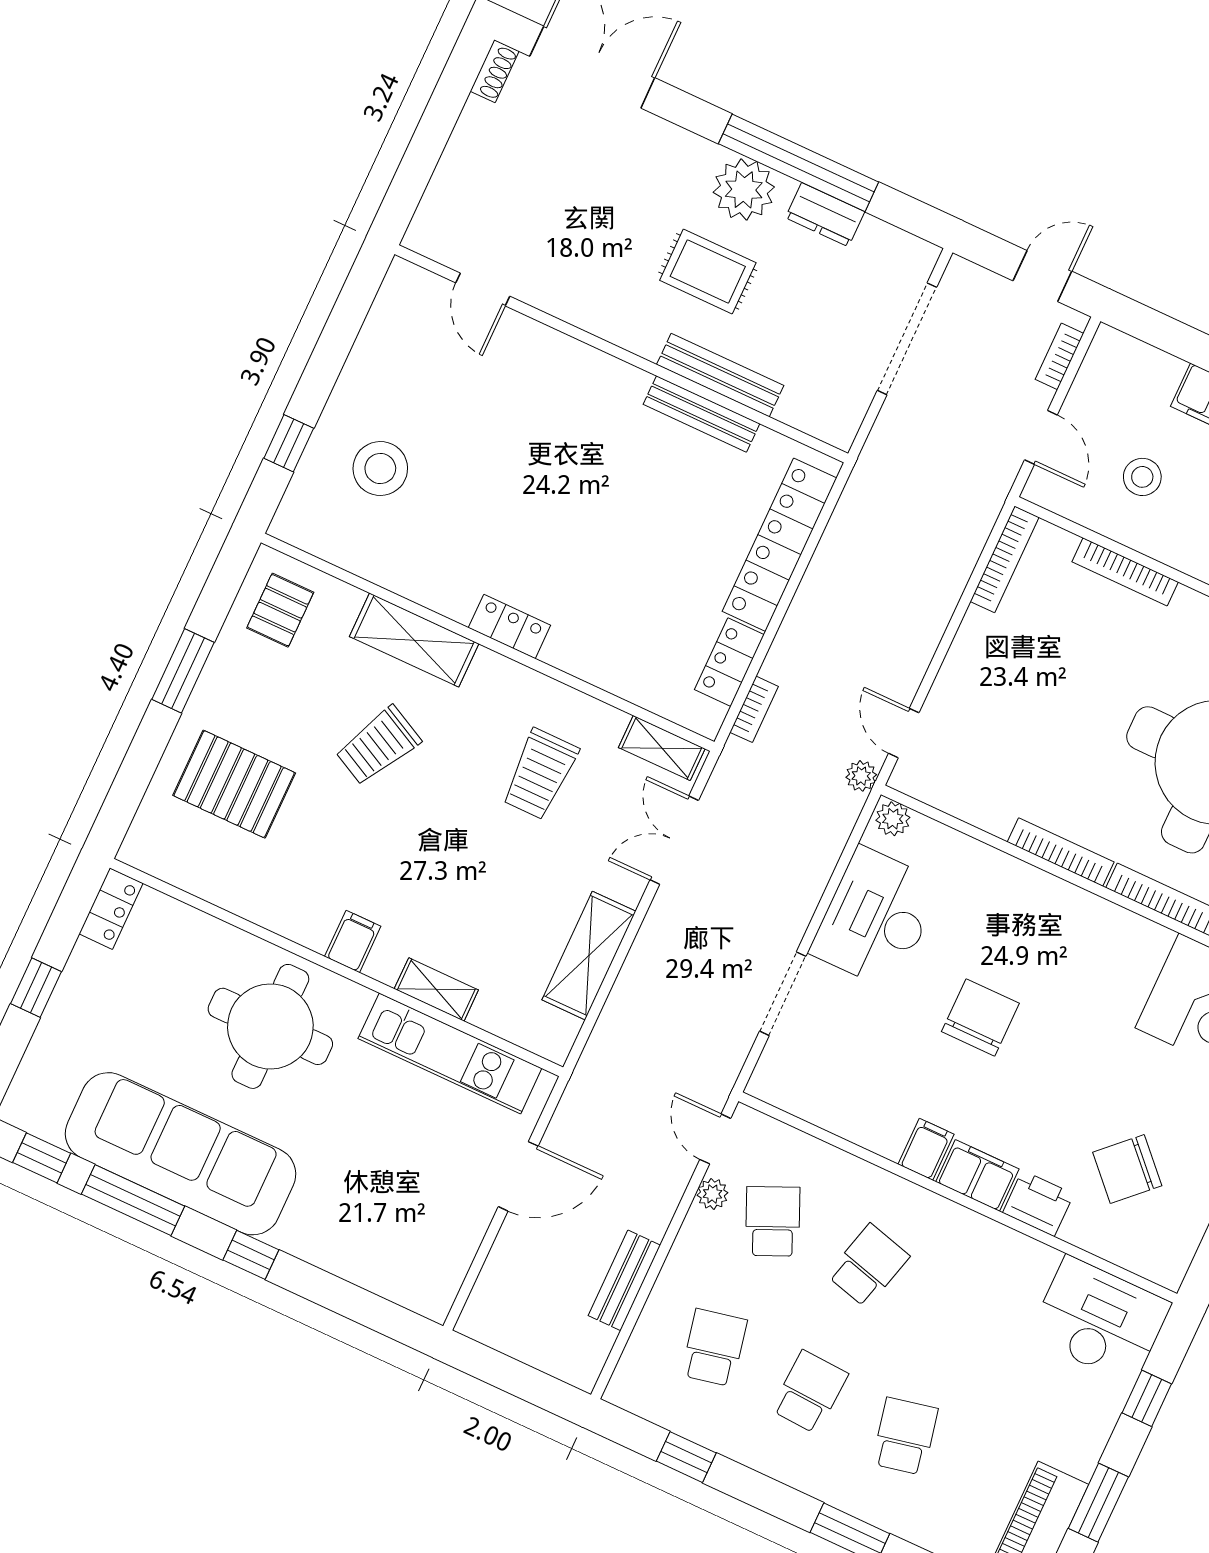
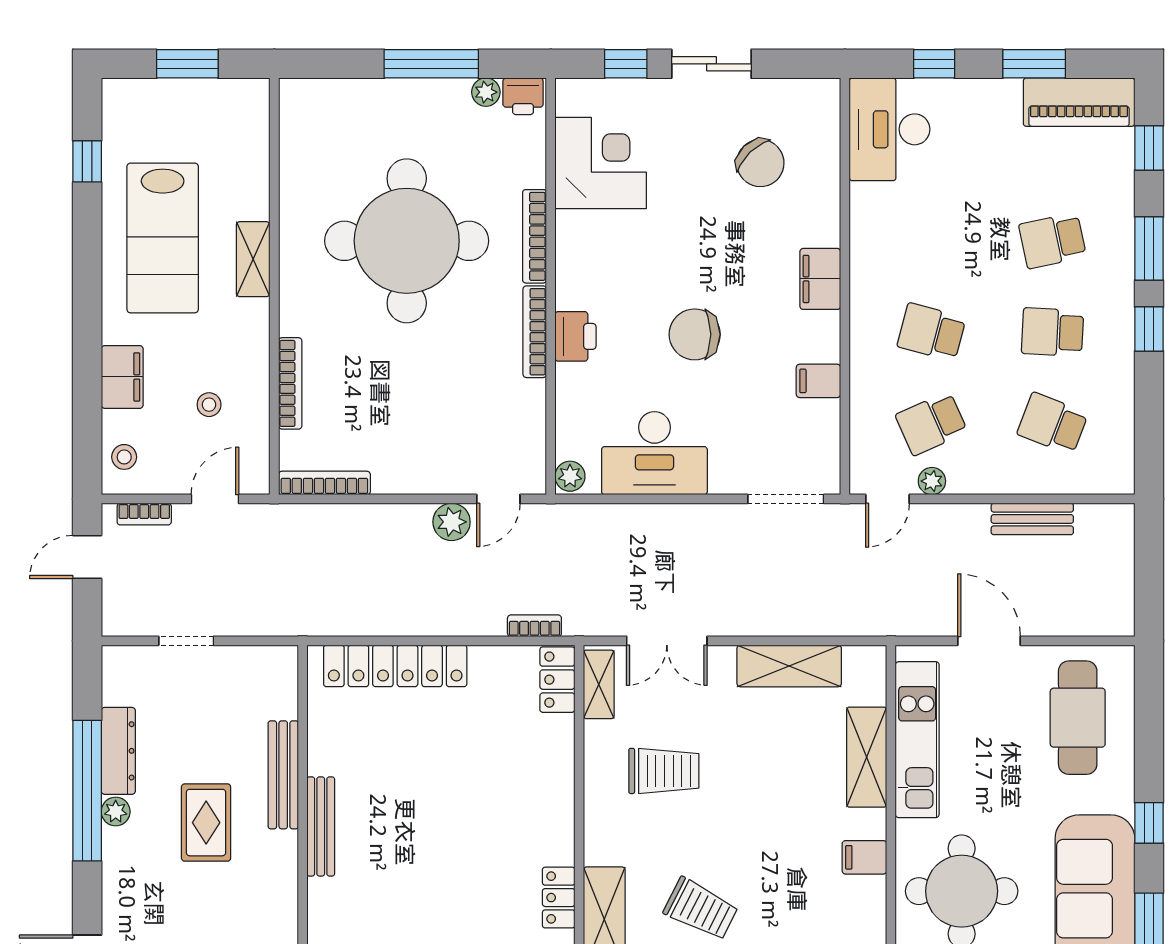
plant: (744, 190) -> (116, 812), width x0.53, depth x0.53
dresser: (825, 215) -> (118, 751), width x1.44
door: (1042, 276) -> (87, 557), hinge flipped
doorway: (907, 339) -> (186, 641), width x0.53
stool: (1129, 363) -> (124, 457), added
bench: (701, 414) -> (321, 826), moved
stool: (1142, 477) -> (209, 405), width x0.73, depth x0.73
locker: (509, 626) -> (559, 898), moved
locker: (729, 662) -> (557, 680), moved, turned 90
plant: (861, 776) -> (452, 522), moved, width x1.38, depth x1.38
shelving: (436, 989) -> (867, 757), width x1.50, depth x1.33
doorway: (783, 994) -> (786, 499), moved
filing cabinet: (926, 1149) -> (818, 381), moved
printer: (1038, 1203) -> (575, 336), moved, turned 180
cafe table: (395, 1231) -> (1078, 718), added
school desk: (714, 1348) -> (1053, 424), turned 33
window: (686, 1457) -> (1149, 329), moved

